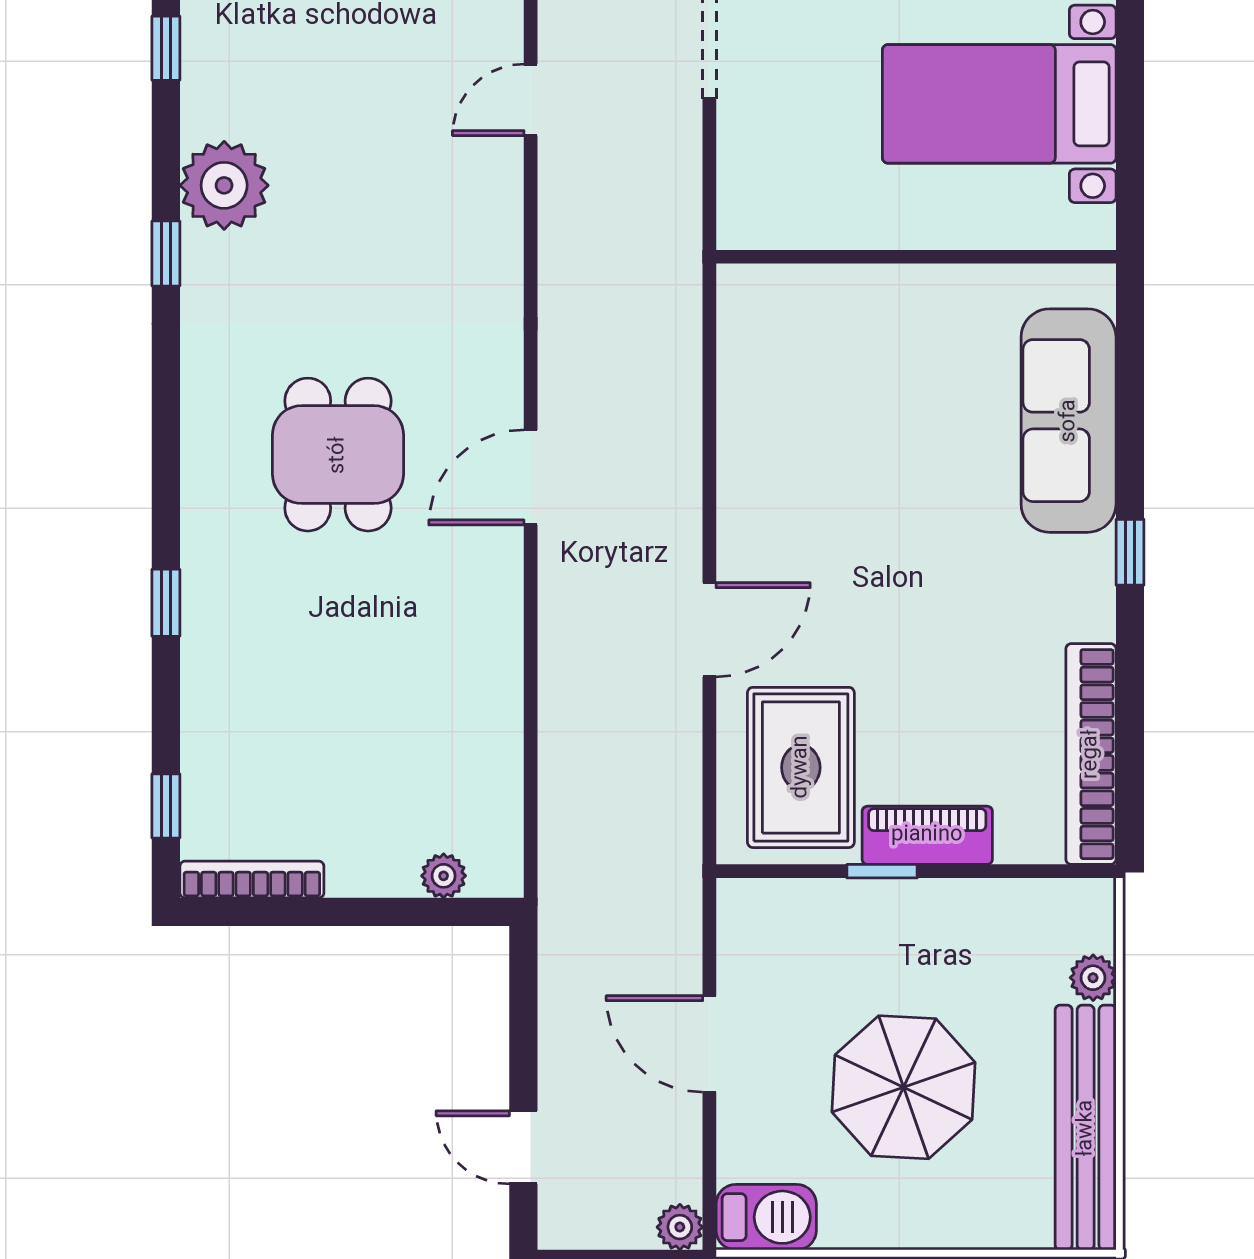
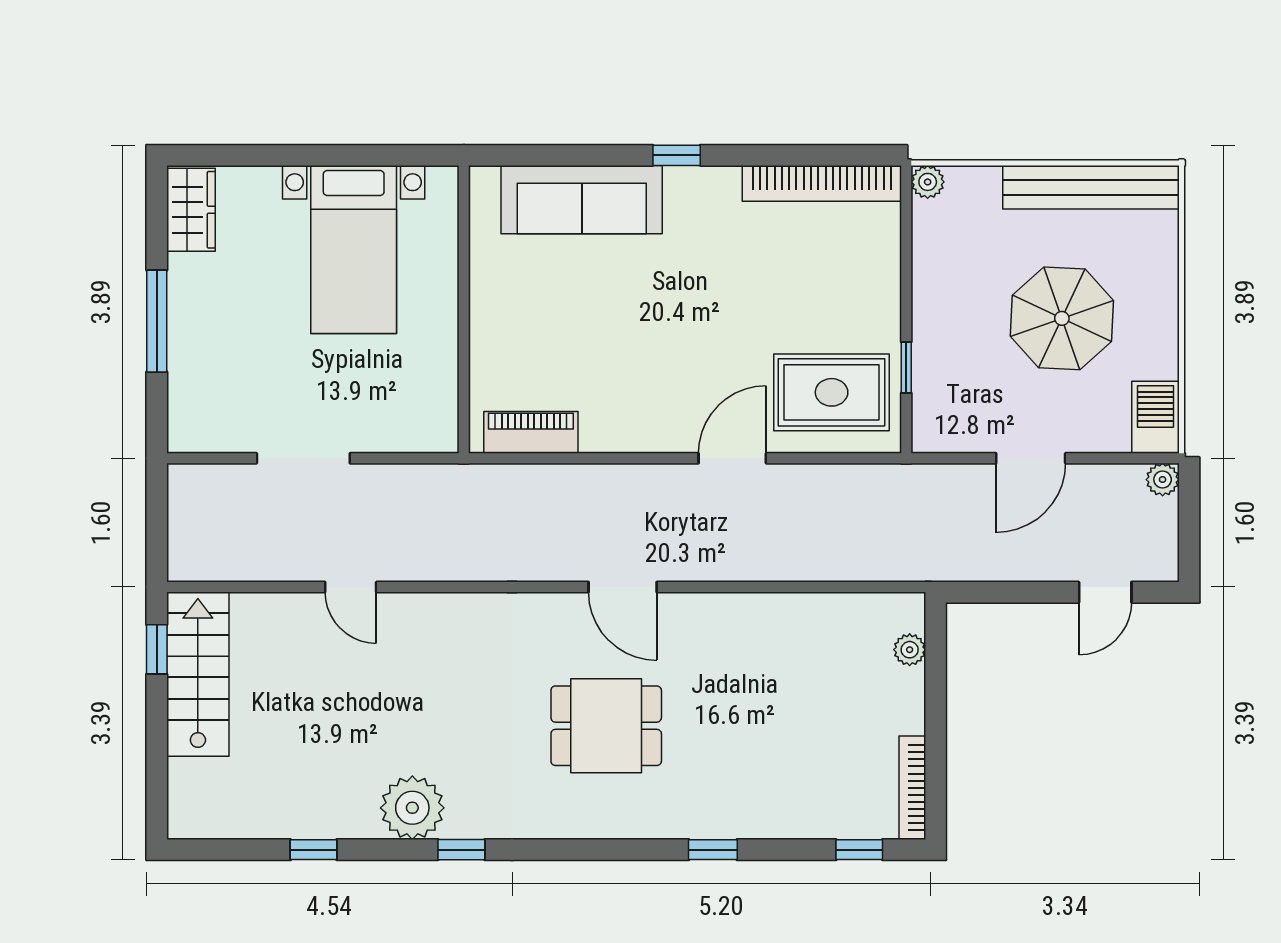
door: (709, 630) -> (732, 458), hinge flipped
piano: (927, 835) -> (531, 432), moved, turned 90
window: (882, 871) -> (906, 367), moved
plant: (1093, 978) -> (928, 182), moved

